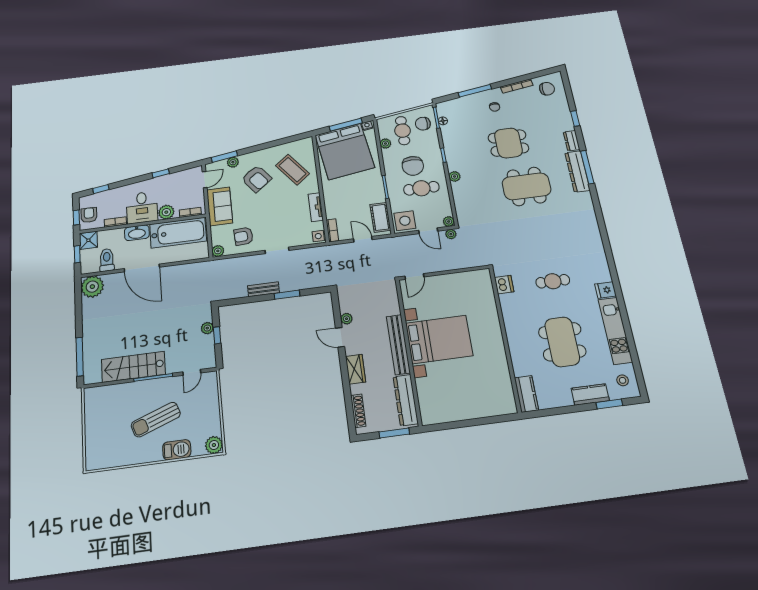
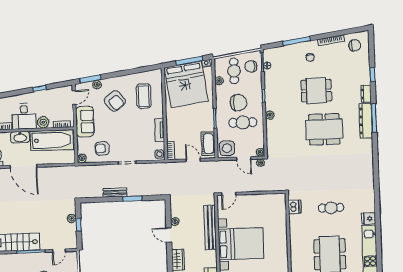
chair: (413, 166) -> (238, 103), turned -90
coffee table: (293, 170) -> (144, 96), turned 38
bench: (398, 345) -> (210, 228), moved

